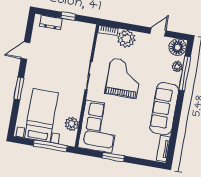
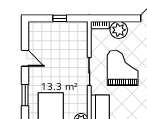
dresser: (51, 22) -> (44, 27), removed
door: (25, 51) -> (25, 58), swing flipped

